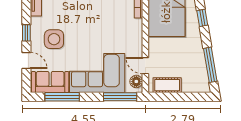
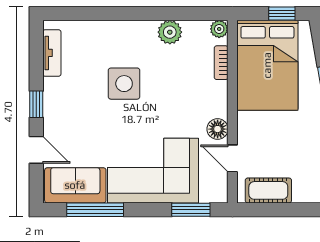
side table: (54, 39) -> (124, 84), moved
floor lamp: (136, 81) -> (218, 129), moved
window: (120, 97) -> (191, 210), width x0.69

